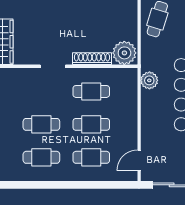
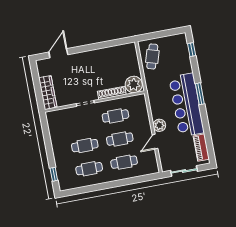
plant: (149, 80) -> (159, 125), moved
door: (139, 160) -> (155, 142), moved

